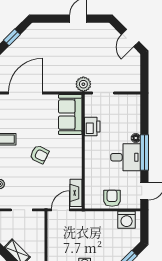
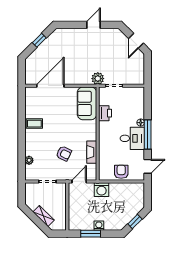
armchair: (39, 154) -> (64, 154), moved
fireplace: (76, 193) -> (92, 152), moved
washing machine: (127, 220) -> (102, 190), moved

